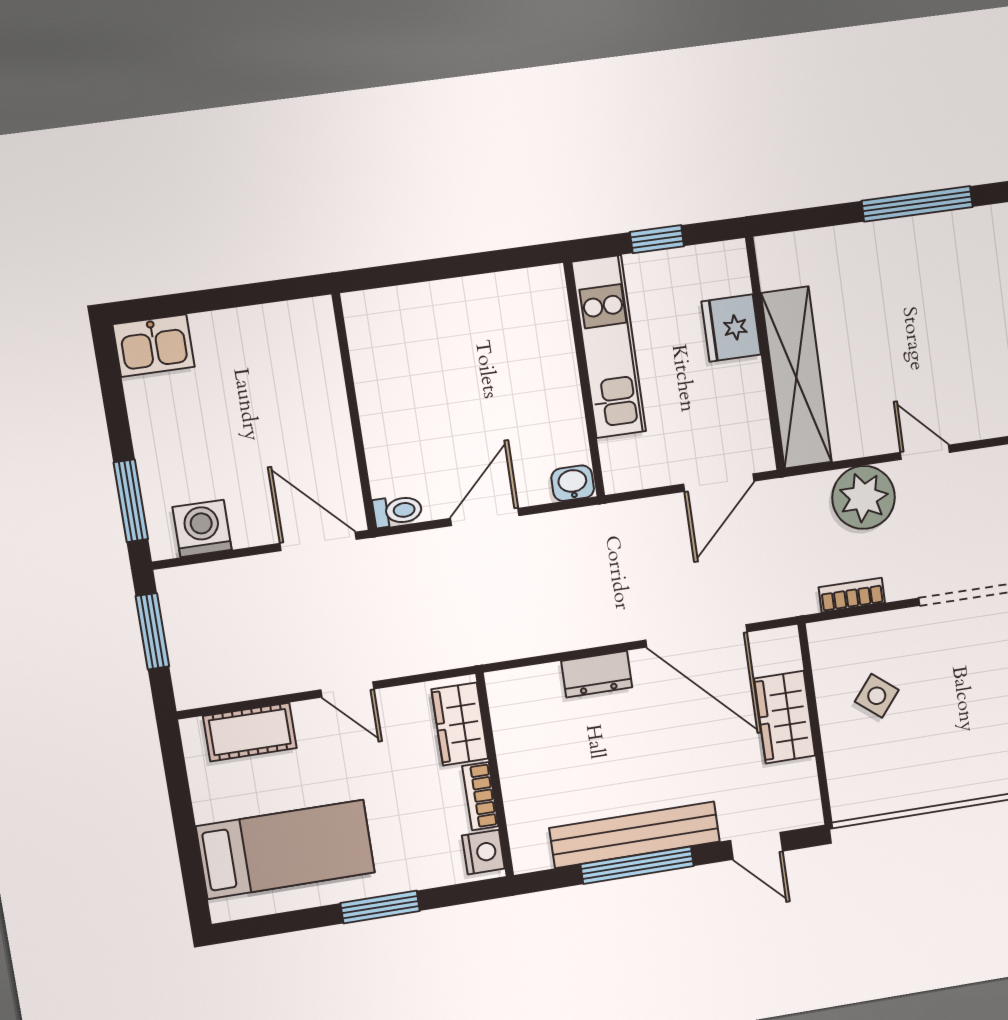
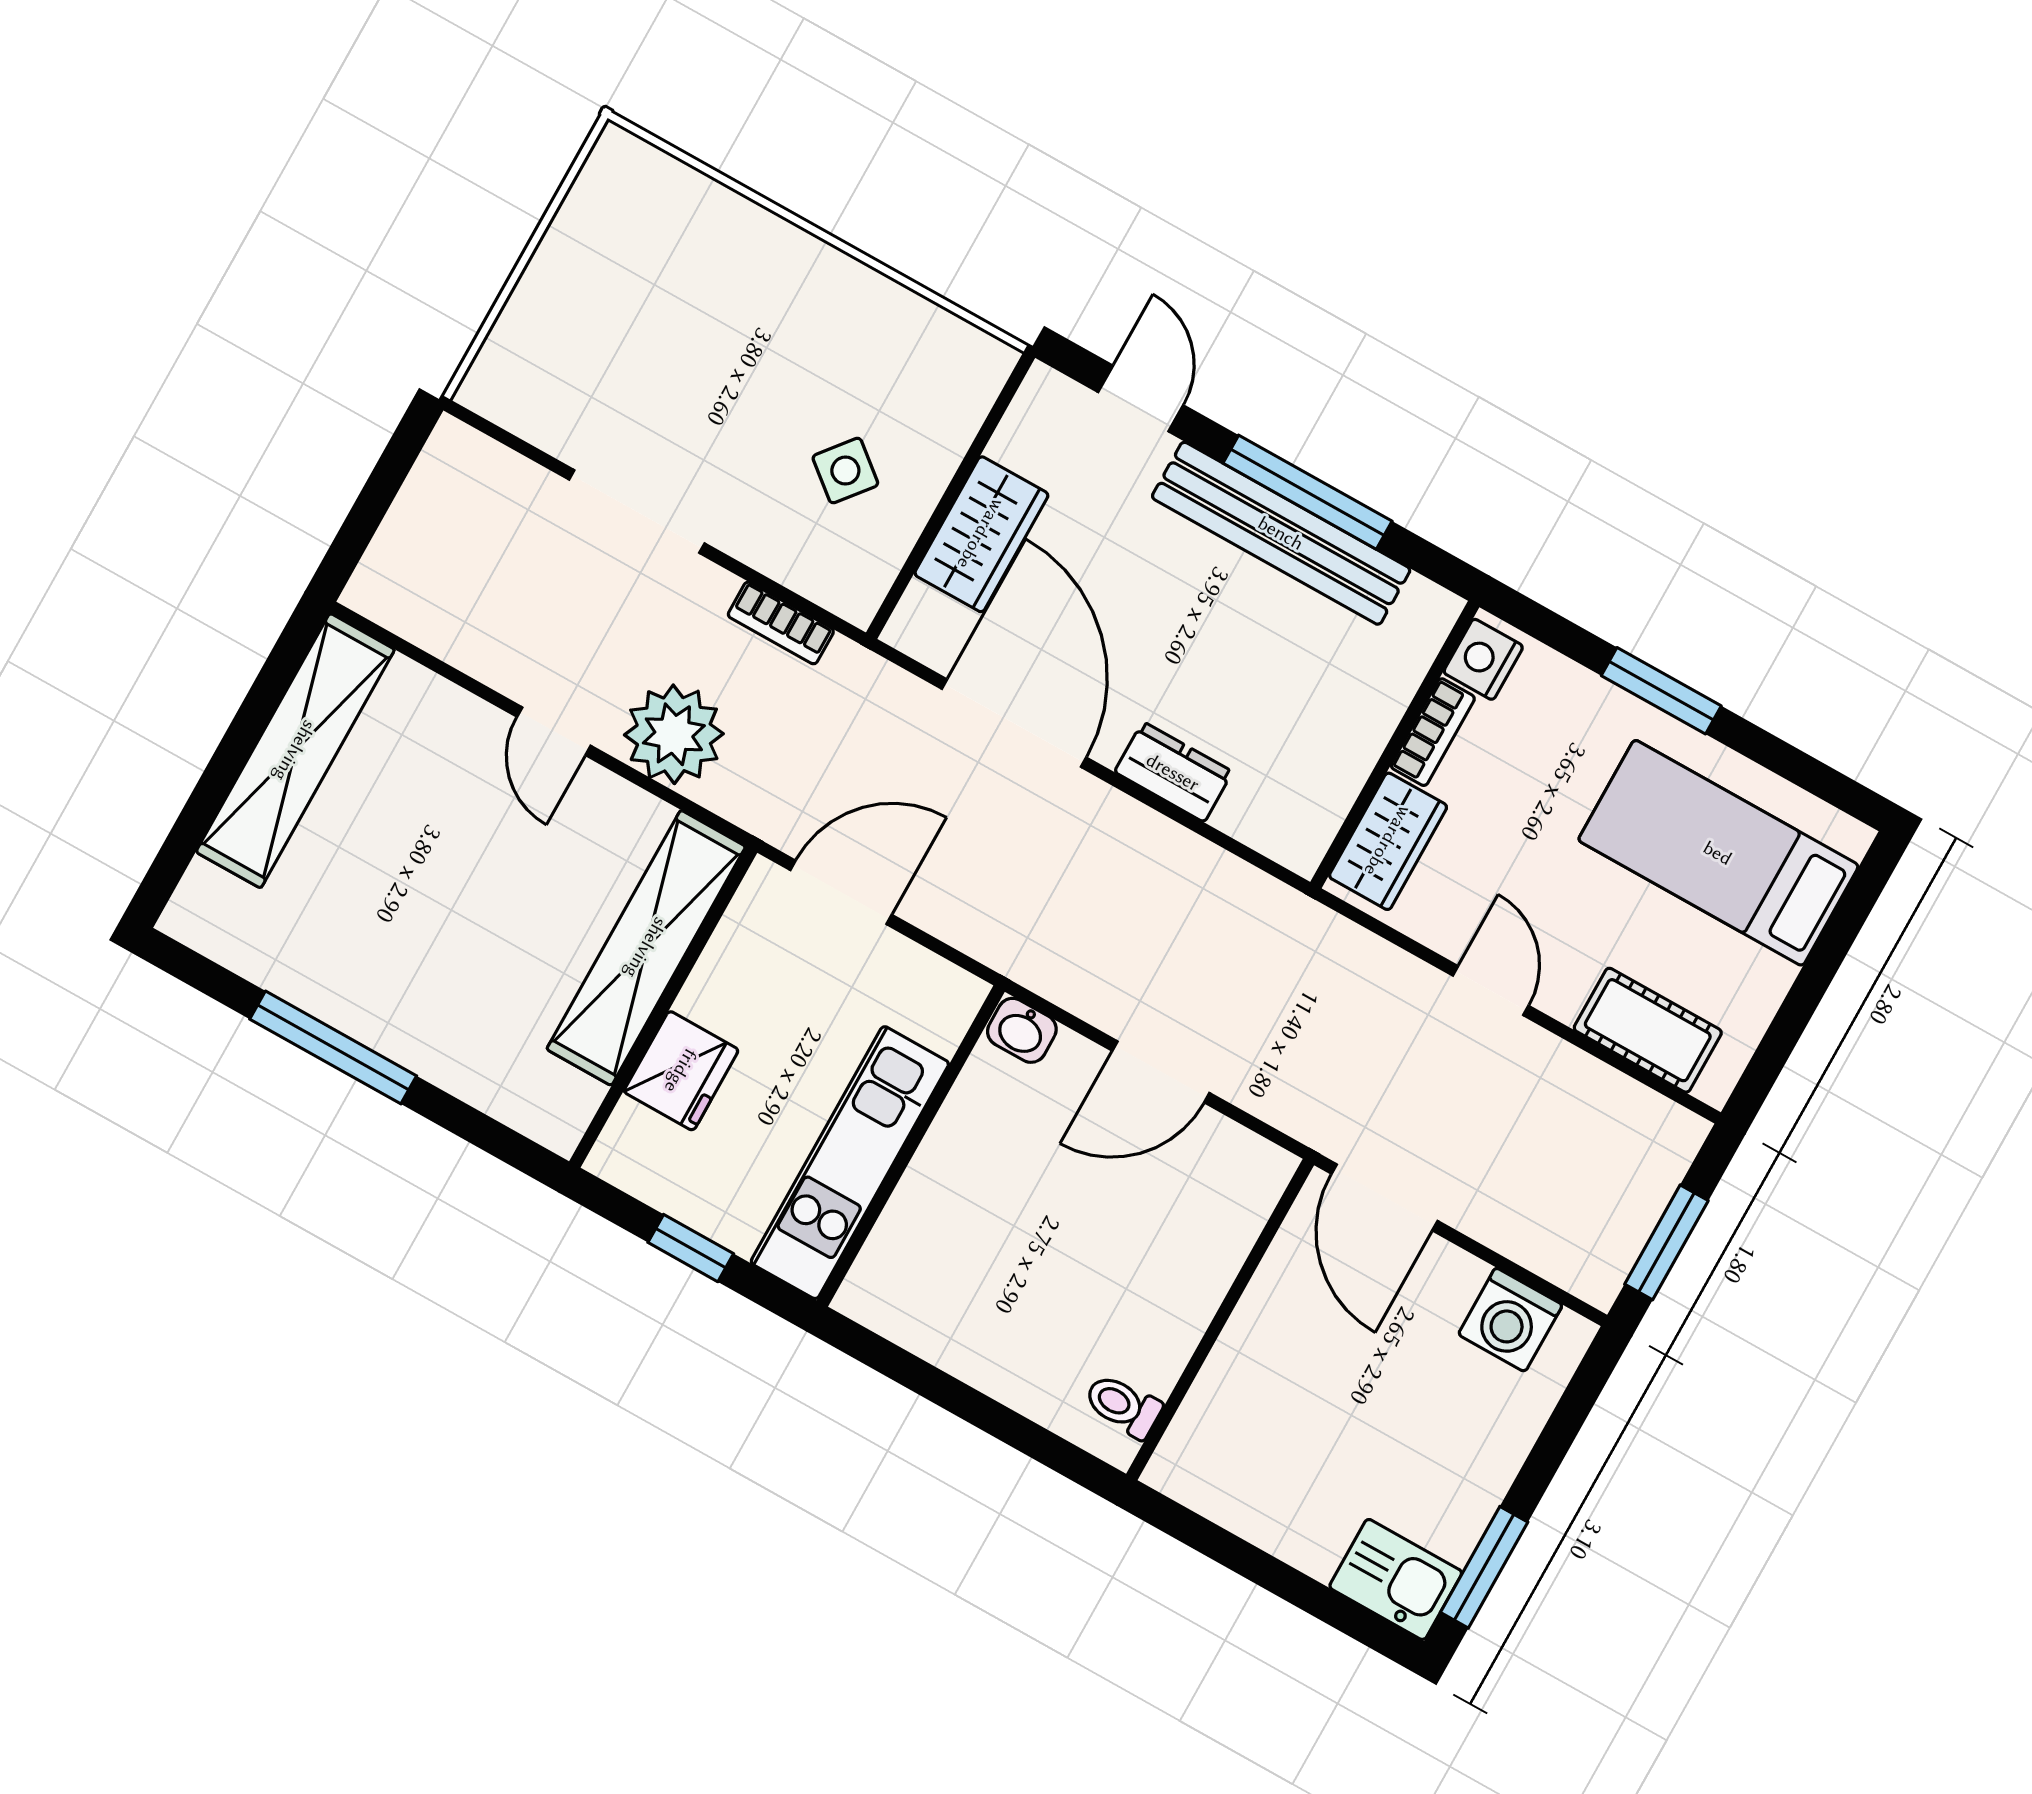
window: (131, 501) -> (1484, 1567), moved
toilet: (398, 511) -> (1123, 1406), moved

